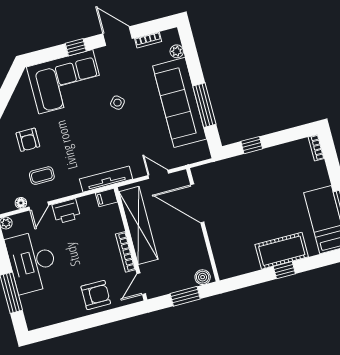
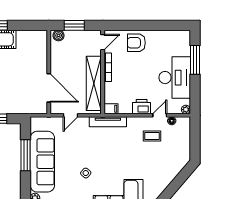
armchair: (28, 140) -> (155, 164), removed
door: (158, 174) -> (71, 115), hinge flipped

